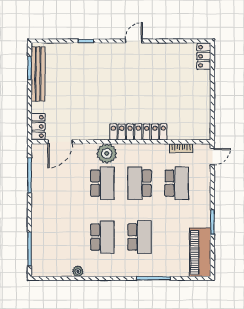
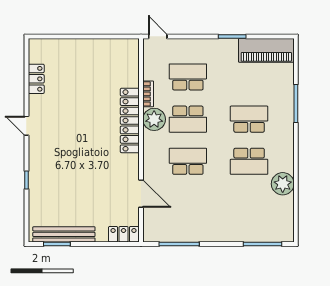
locker: (204, 56) -> (36, 79), moved, turned -90
door: (60, 142) -> (141, 194), moved
bookcase: (181, 148) -> (148, 94), moved
plant: (107, 153) -> (154, 119), moved
school desk: (102, 237) -> (249, 161), turned 180
plant: (78, 271) -> (283, 184), width x1.88, depth x1.88

